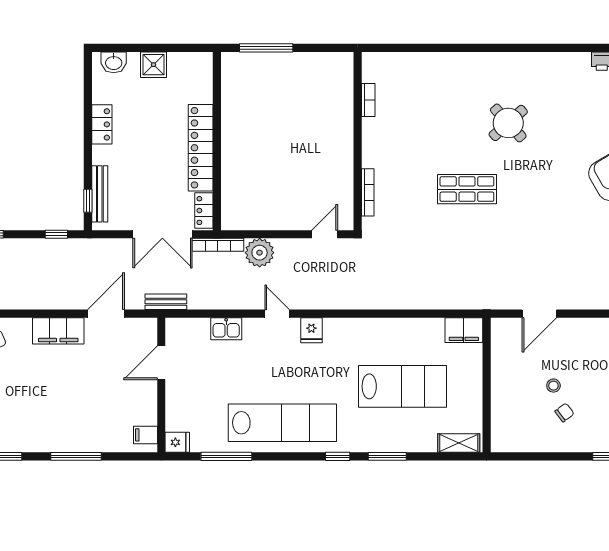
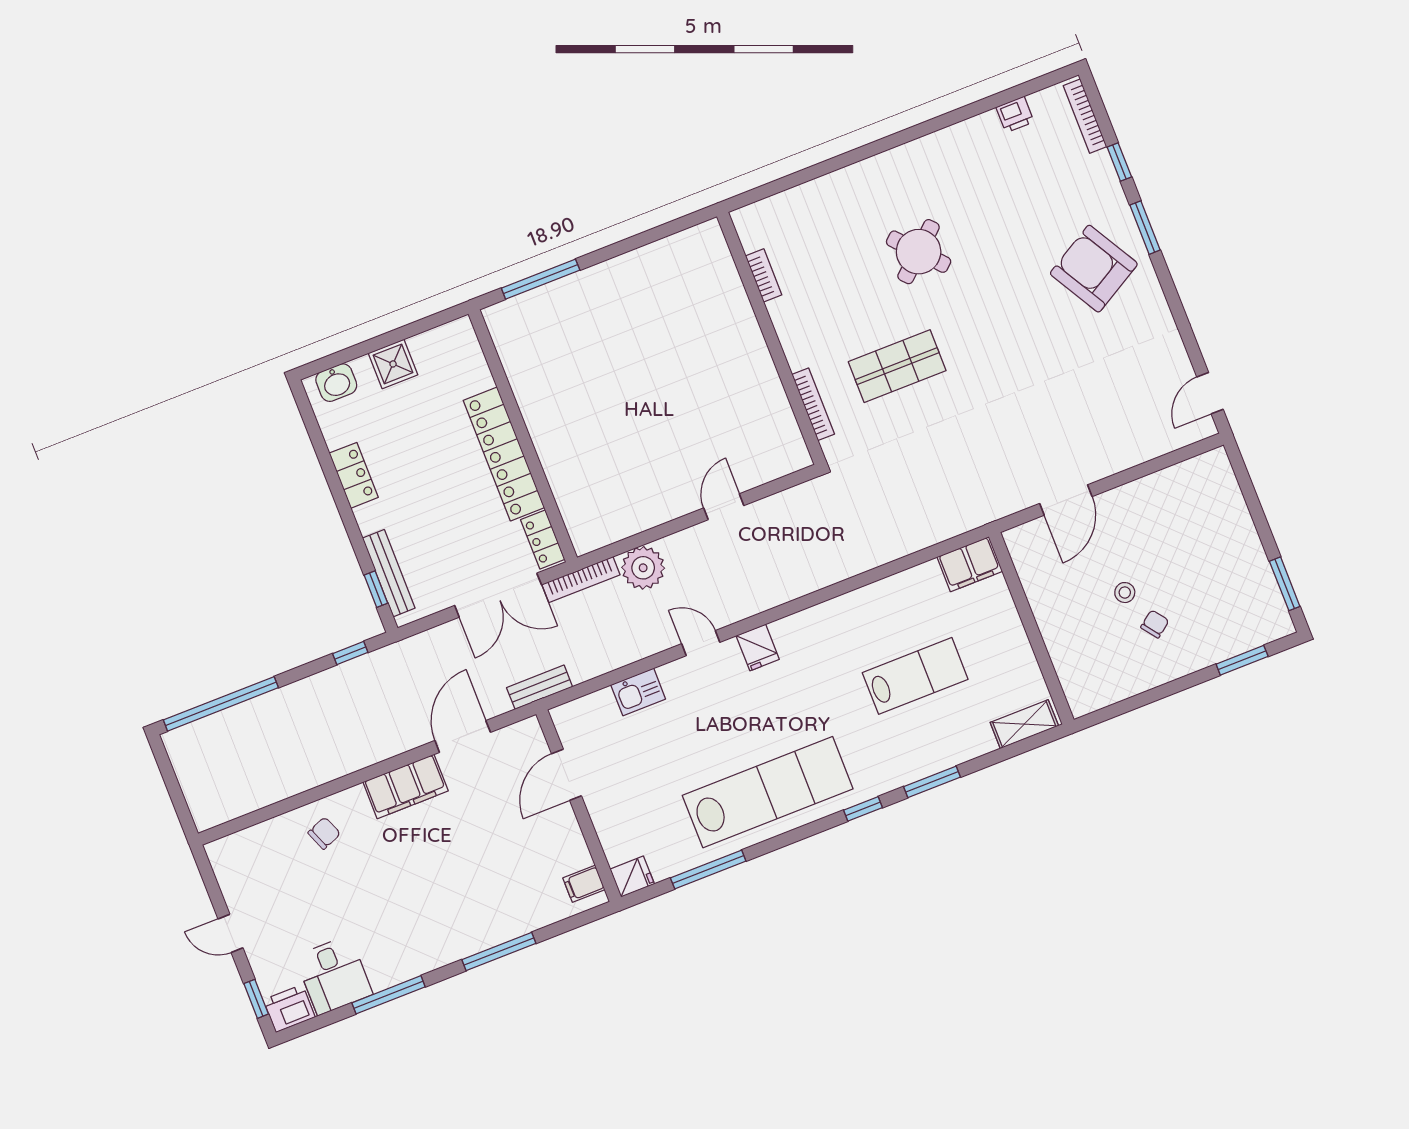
bookcase: (368, 100) -> (764, 275), moved
wall: (358, 141) -> (771, 338), moved
bookcase: (368, 192) -> (813, 404), moved
lab bench: (403, 386) -> (915, 676), width x0.73, depth x0.72

